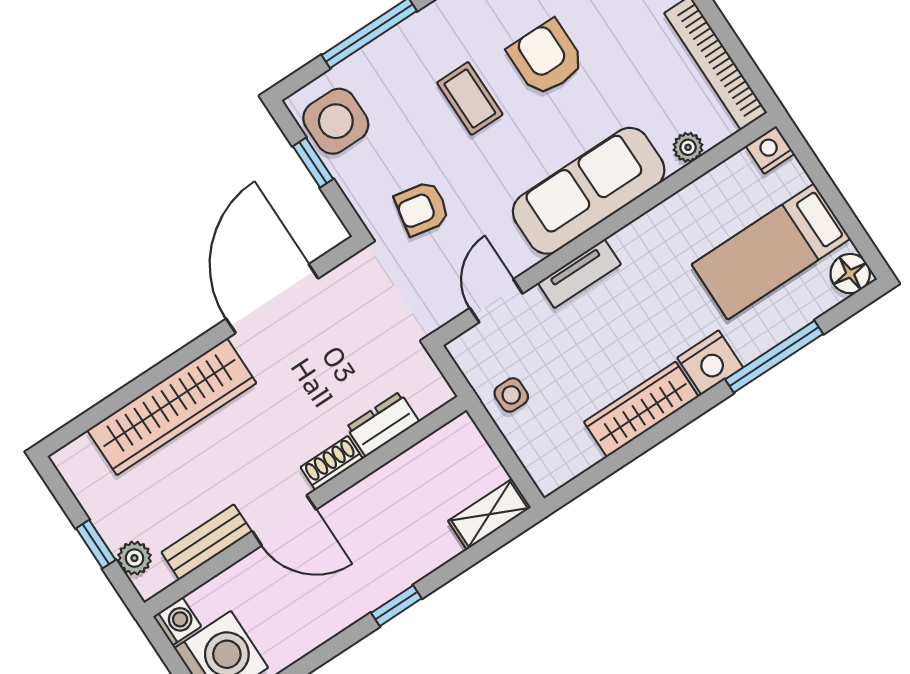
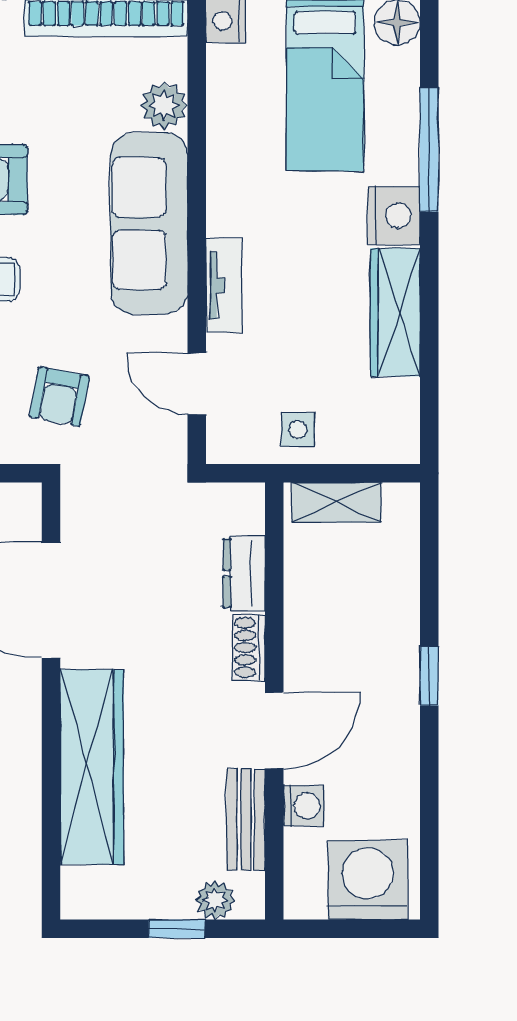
plant: (688, 147) -> (164, 105), width x1.38, depth x1.38
shelving: (489, 514) -> (336, 502), moved, turned 90
washing machine: (177, 621) -> (304, 806), moved, turned 90

